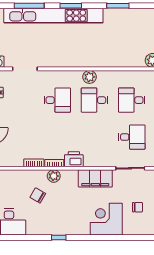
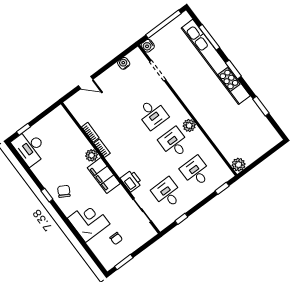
desk: (132, 137) -> (167, 193), turned 180
printer: (74, 159) -> (131, 181), moved
filing cabinet: (95, 178) -> (104, 176), moved
chair: (38, 195) -> (64, 191), moved

